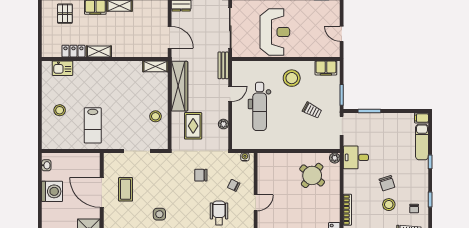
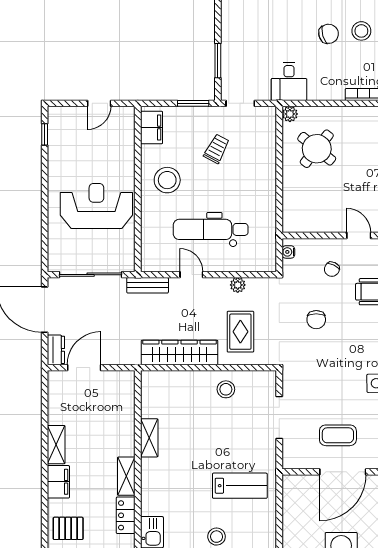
door: (170, 37) -> (84, 368), moved
shelving: (155, 66) -> (149, 438), moved
dental chair: (260, 106) -> (211, 229), turned 180
rug: (193, 126) -> (240, 332), turned 90

